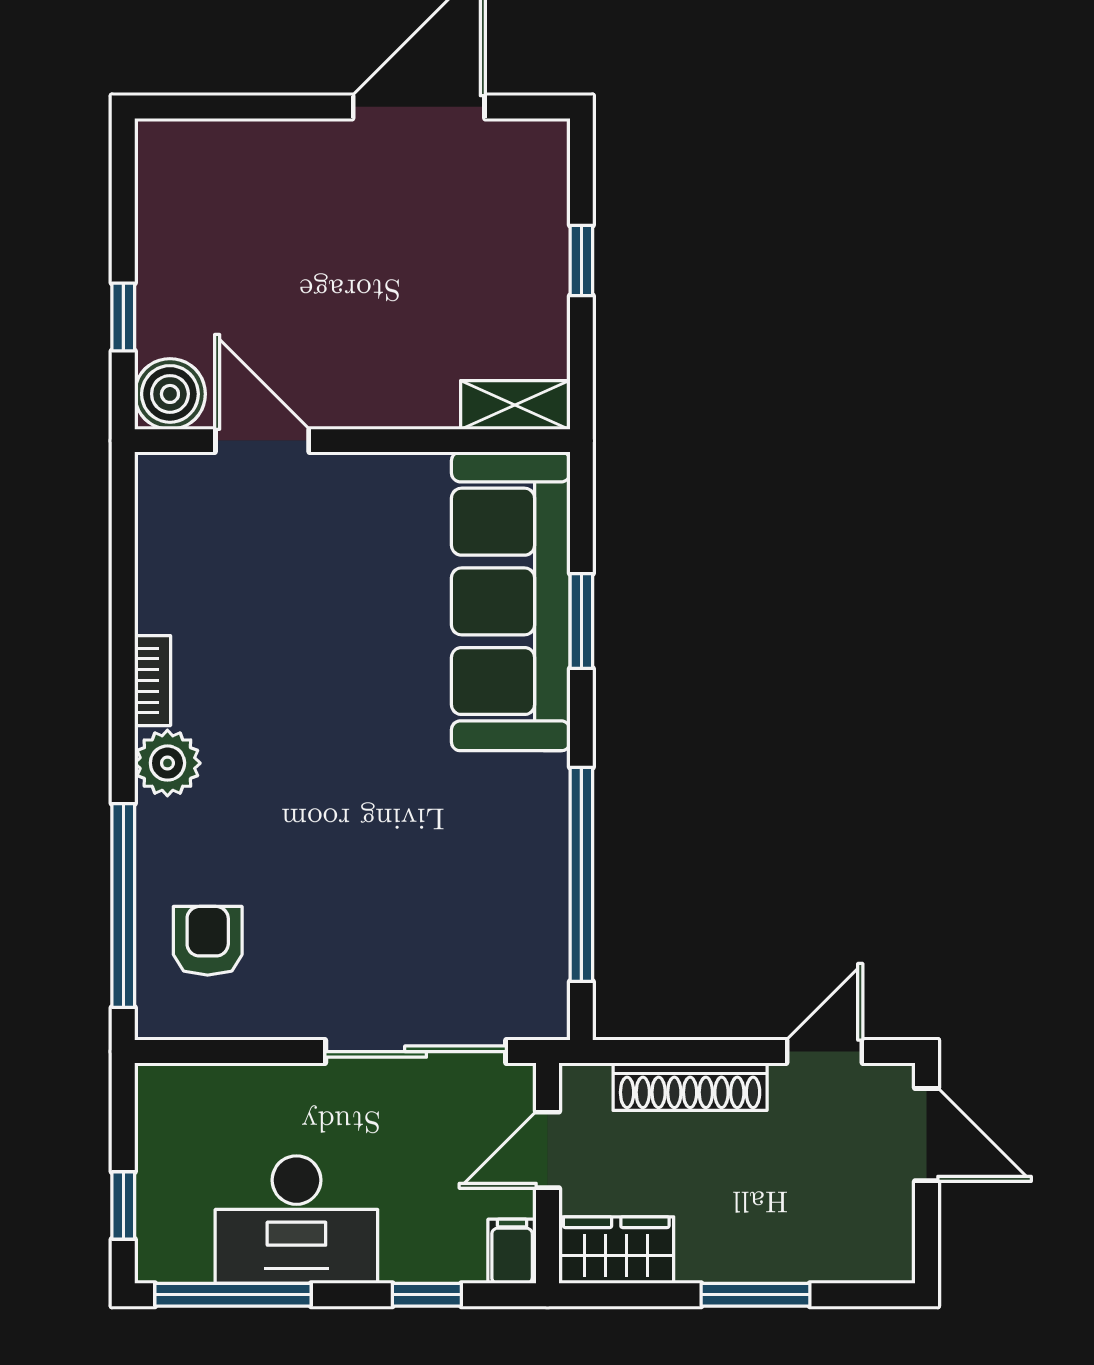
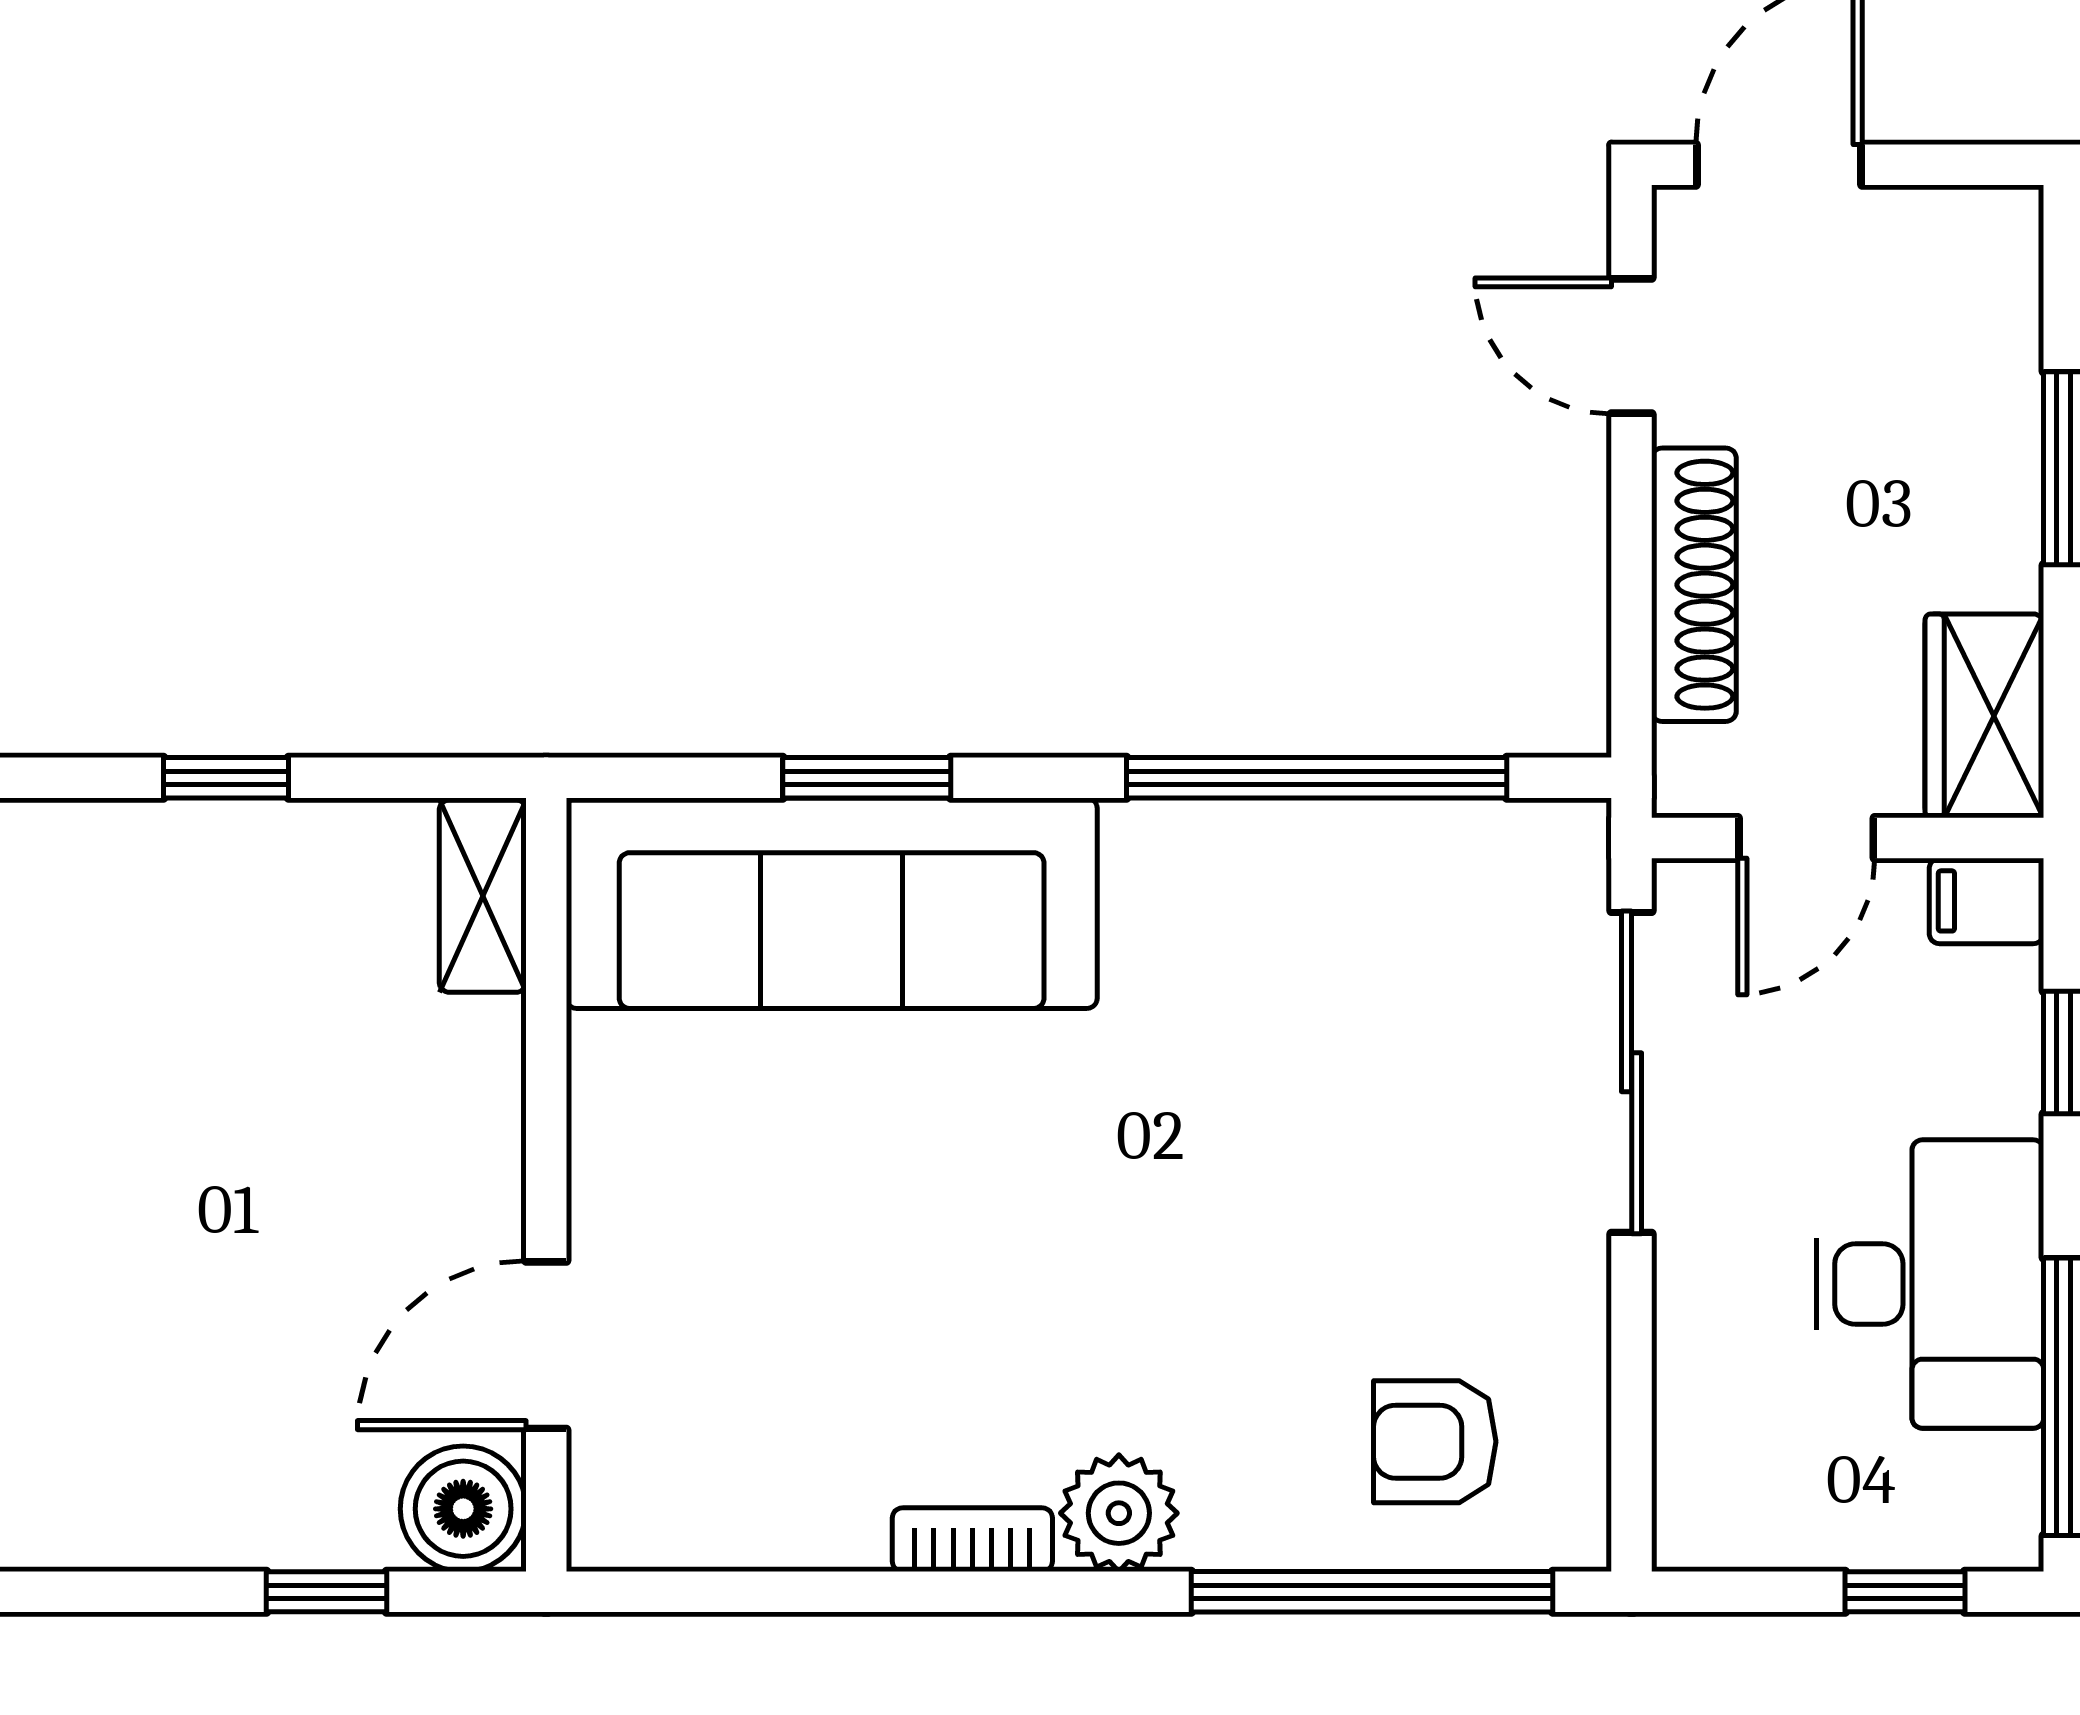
door: (547, 1150) -> (1806, 838), hinge flipped

